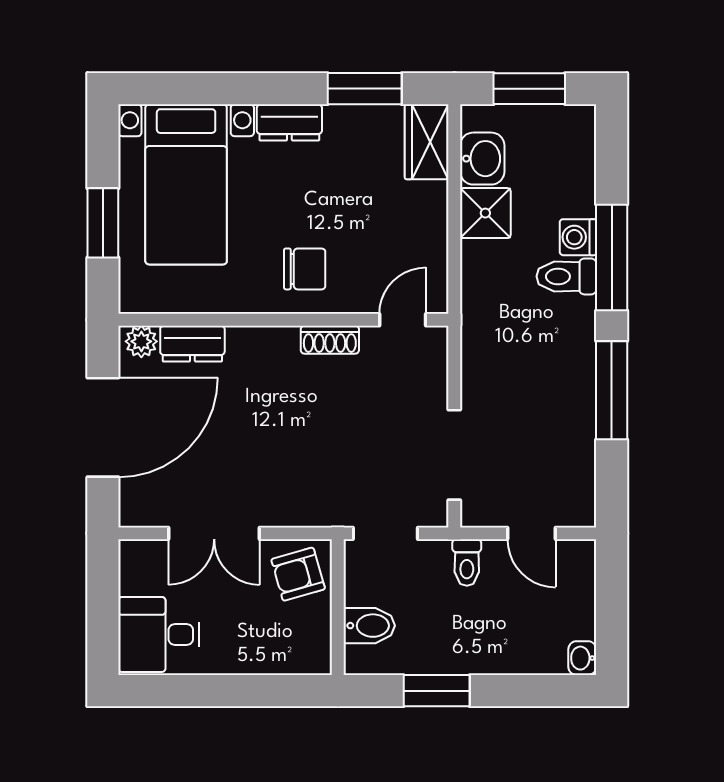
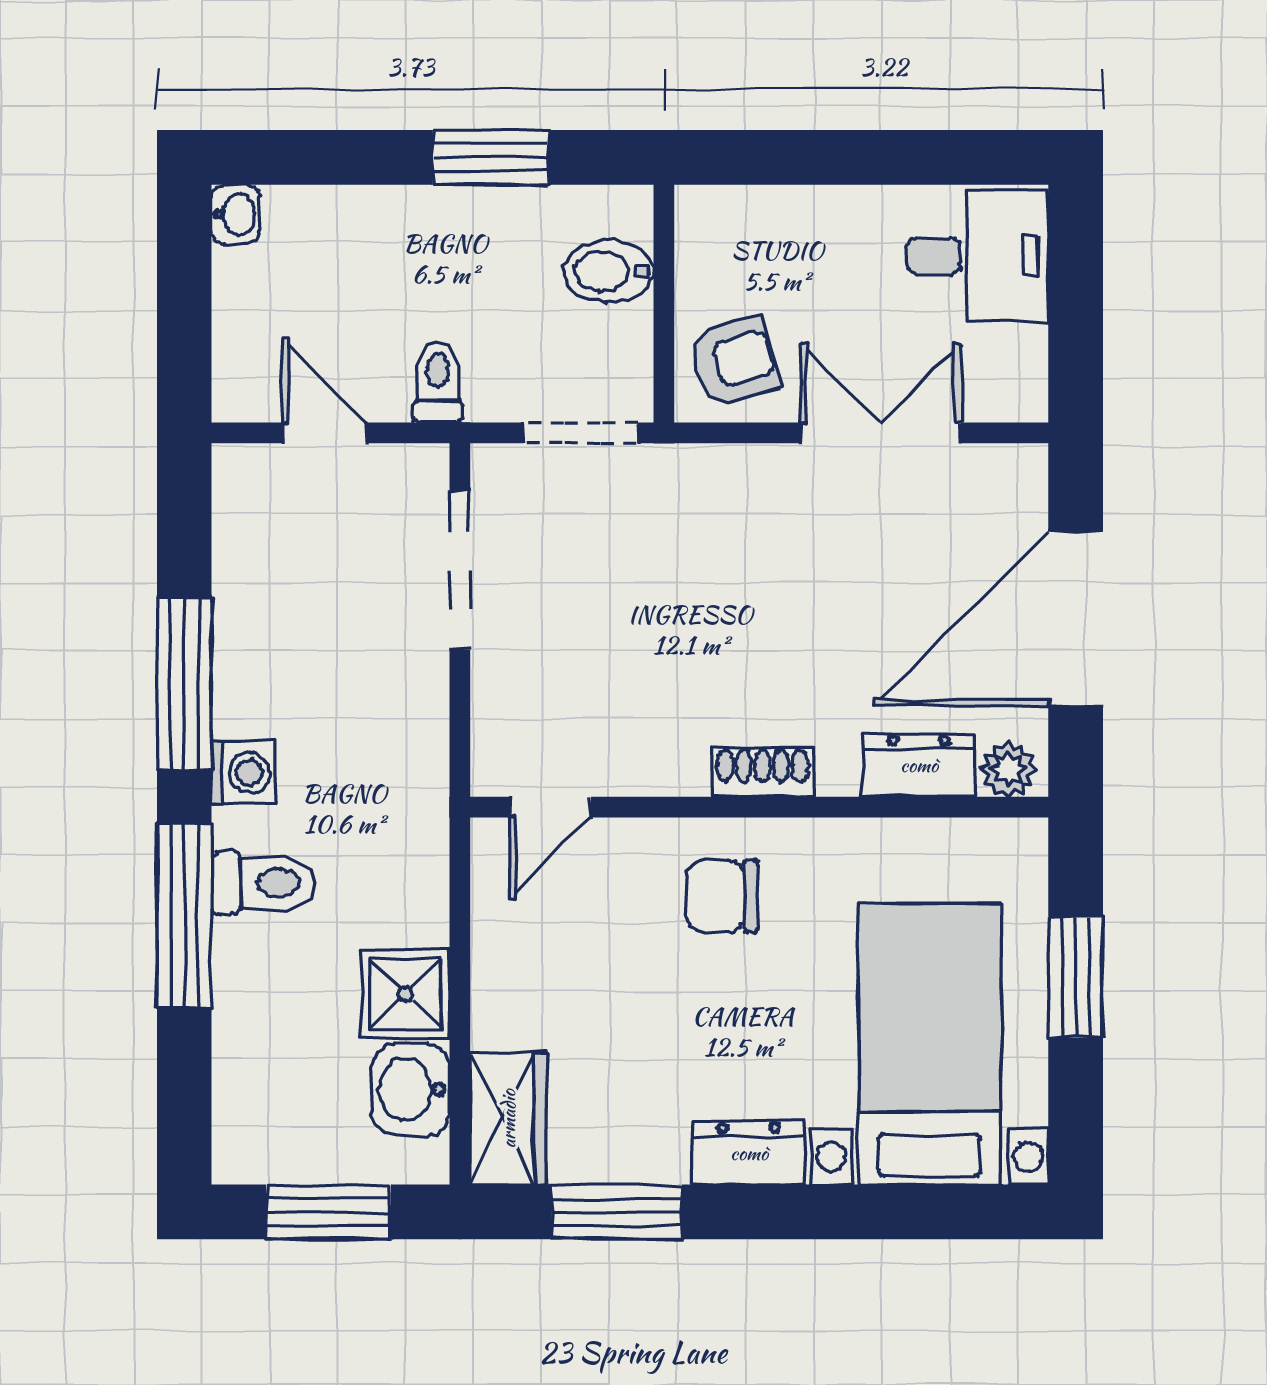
washing machine: (578, 237) -> (243, 773), moved
shoe rack: (330, 340) -> (762, 772), moved

